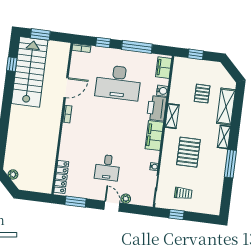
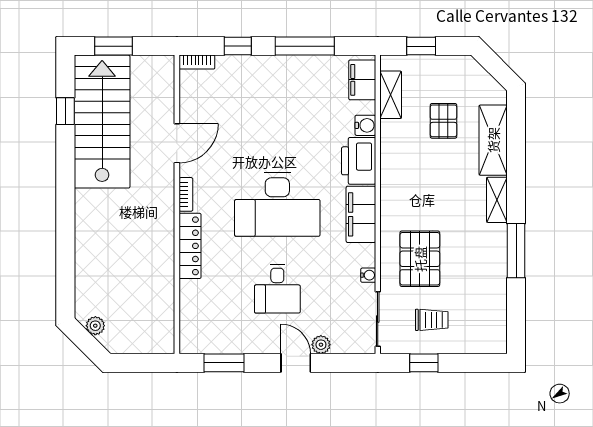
desk: (118, 83) -> (277, 204), moved
shelving: (172, 116) -> (391, 95), moved
pallet: (188, 152) -> (420, 259), moved
locker: (61, 177) -> (190, 246), moved

